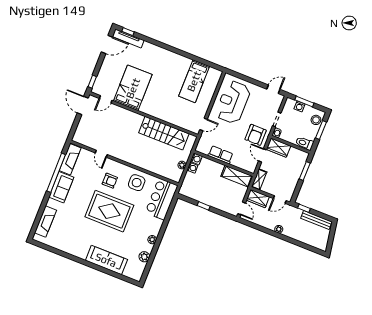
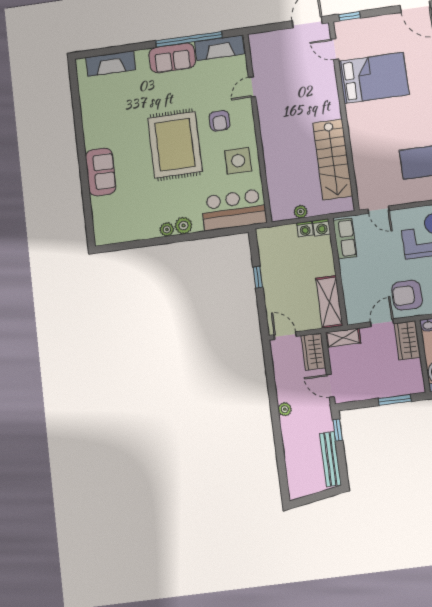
row of seats: (221, 155) -> (345, 238), moved
door: (242, 208) -> (285, 336), swing flipped
plant: (144, 257) -> (183, 226), moved
sofa: (106, 260) -> (101, 172), width x0.73

